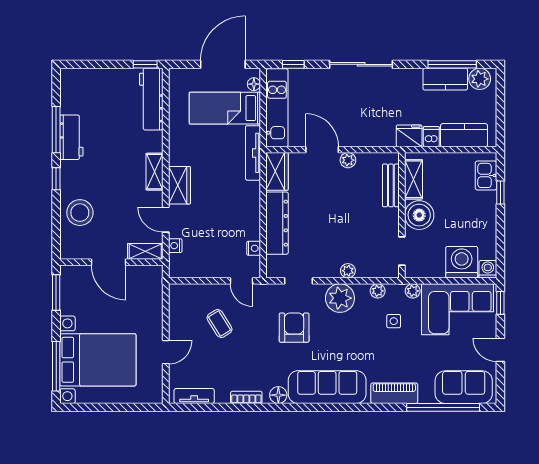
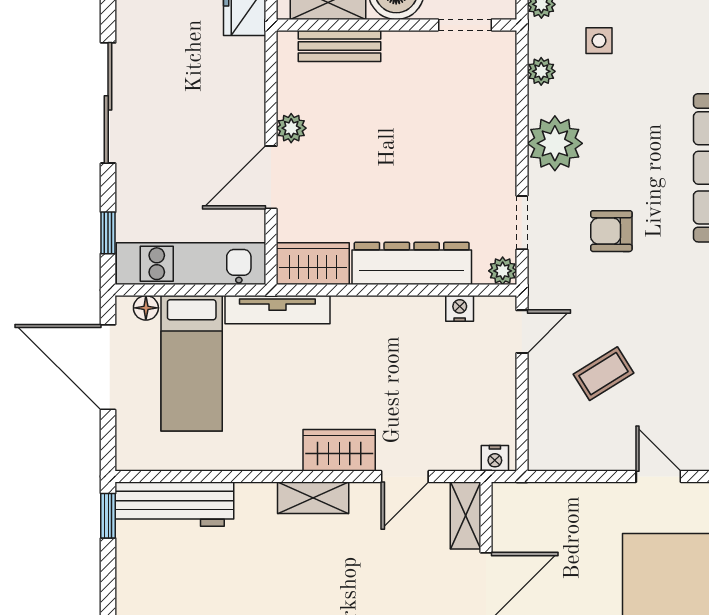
nightstand: (175, 246) -> (495, 458), moved
plant: (348, 271) -> (503, 271), moved
armchair: (294, 328) -> (611, 231), width x0.72, depth x0.72

